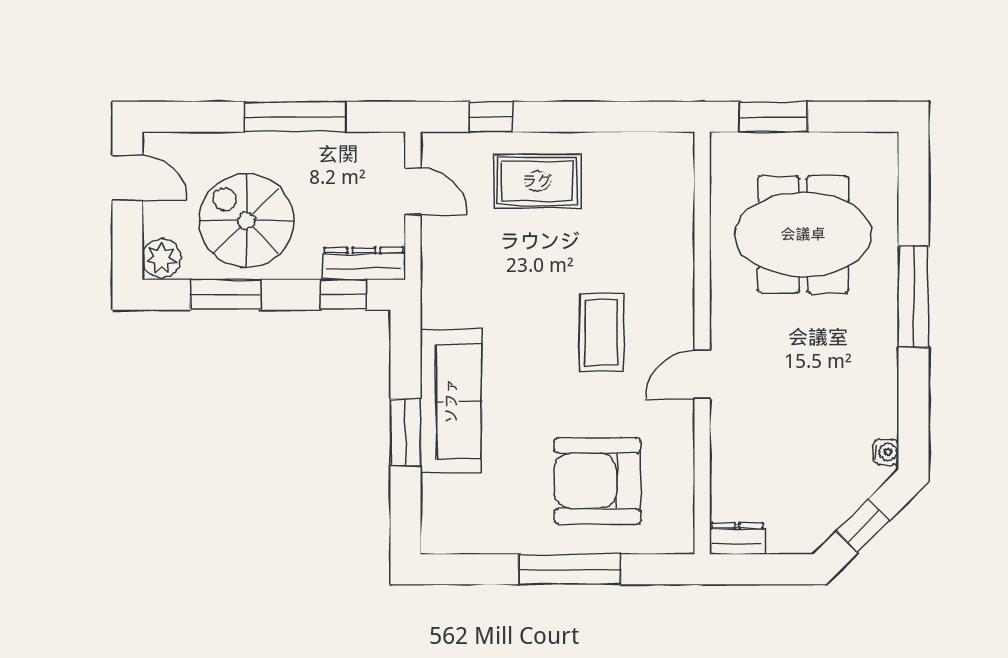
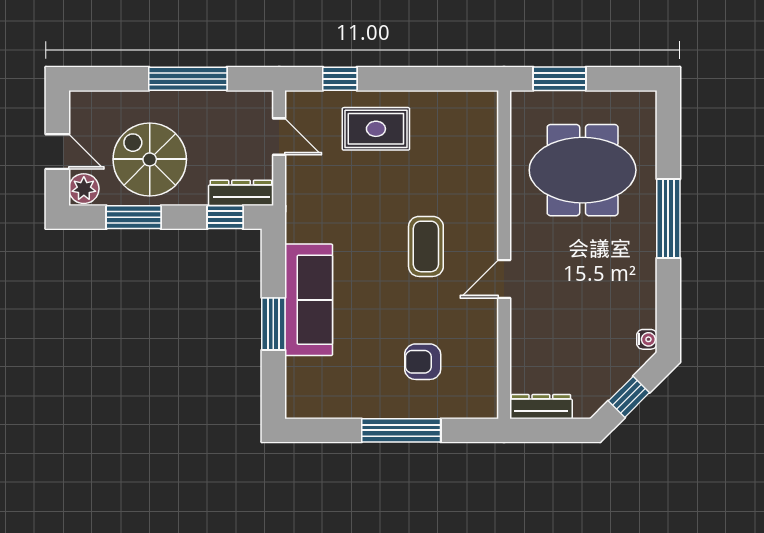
door: (127, 178) -> (57, 152), moved
armchair: (597, 481) -> (423, 362), width x0.53, depth x0.53
dresser: (737, 539) -> (541, 407), width x1.44

